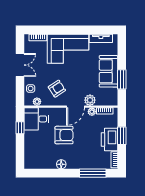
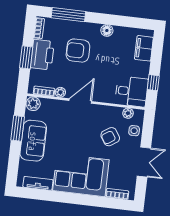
double door: (20, 65) -> (144, 162), swing flipped
armchair: (57, 89) -> (110, 137), moved
plant: (90, 100) -> (33, 104), moved
armchair: (64, 135) -> (78, 51), moved
filing cabinet: (31, 154) -> (144, 48), added

